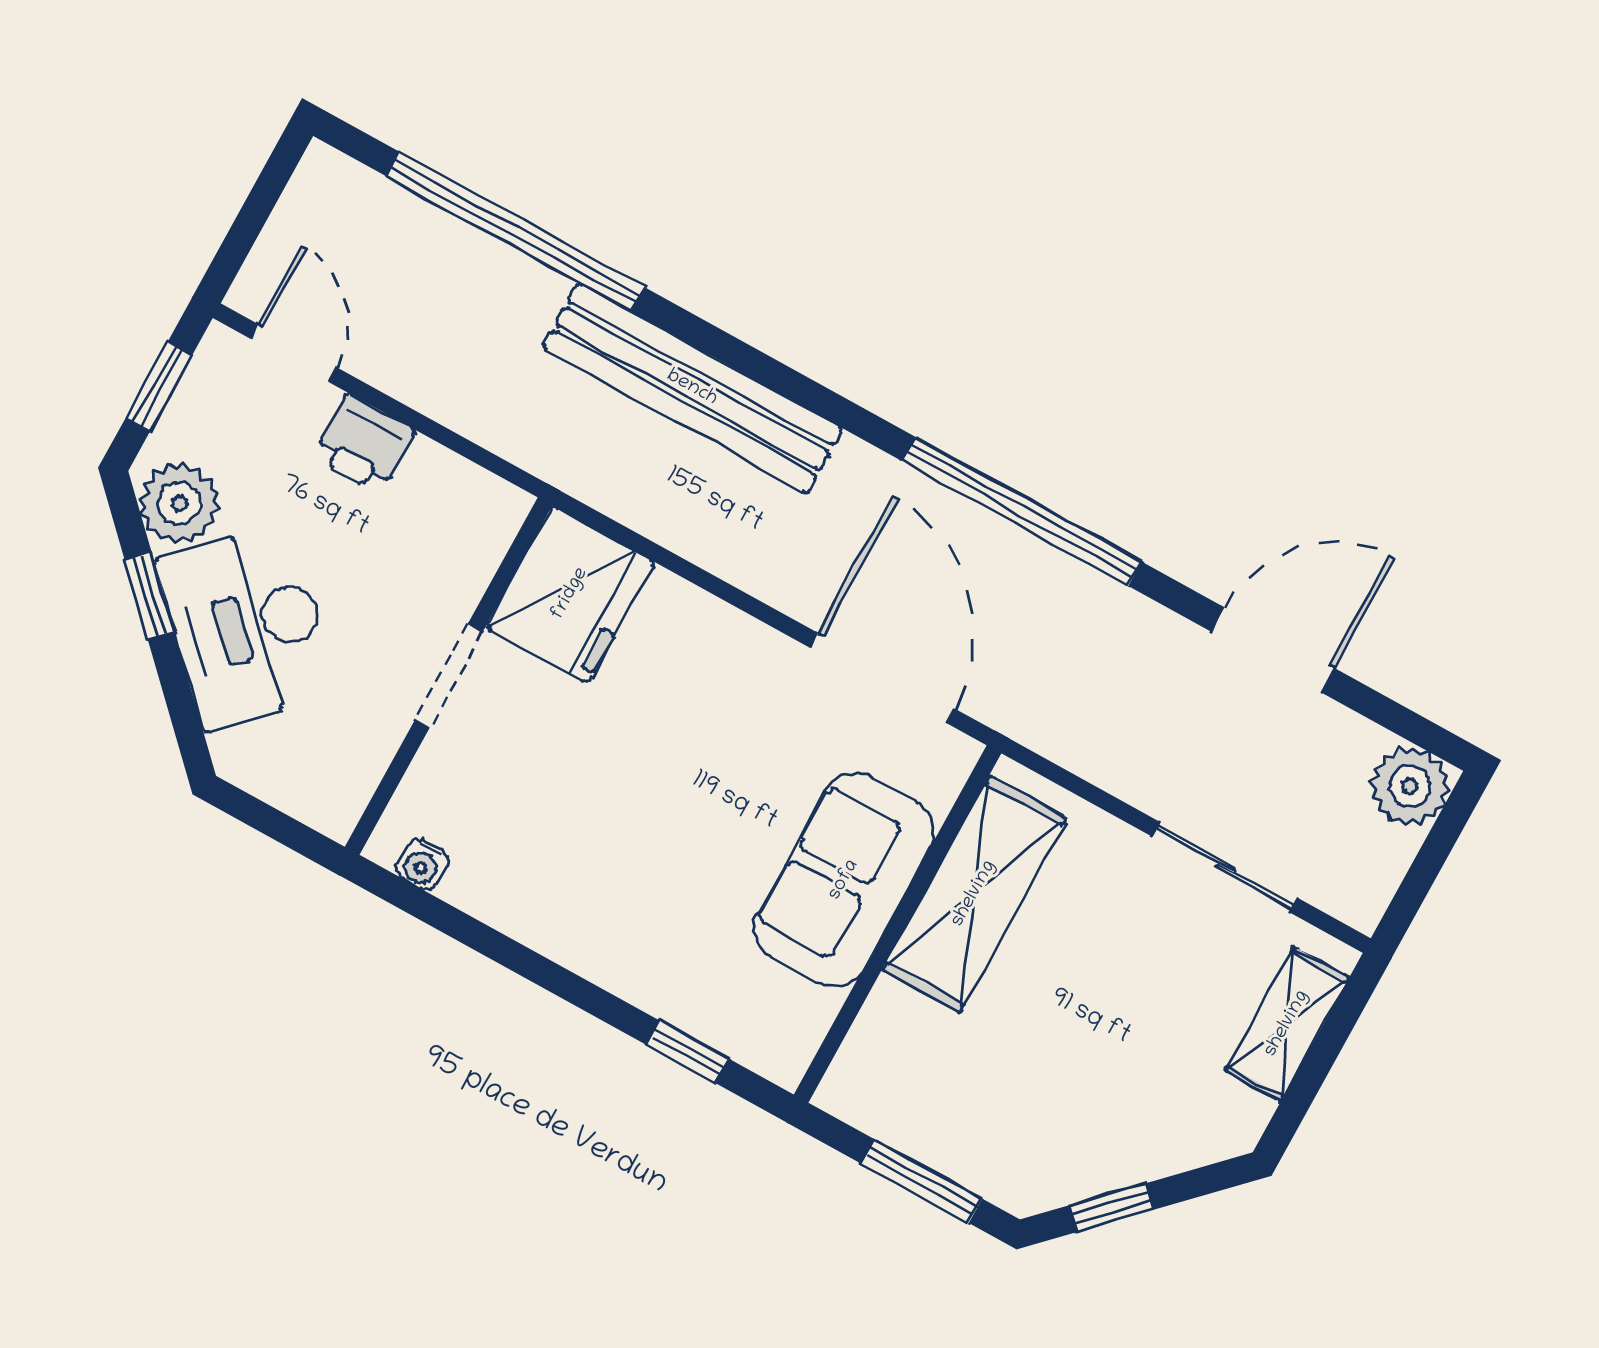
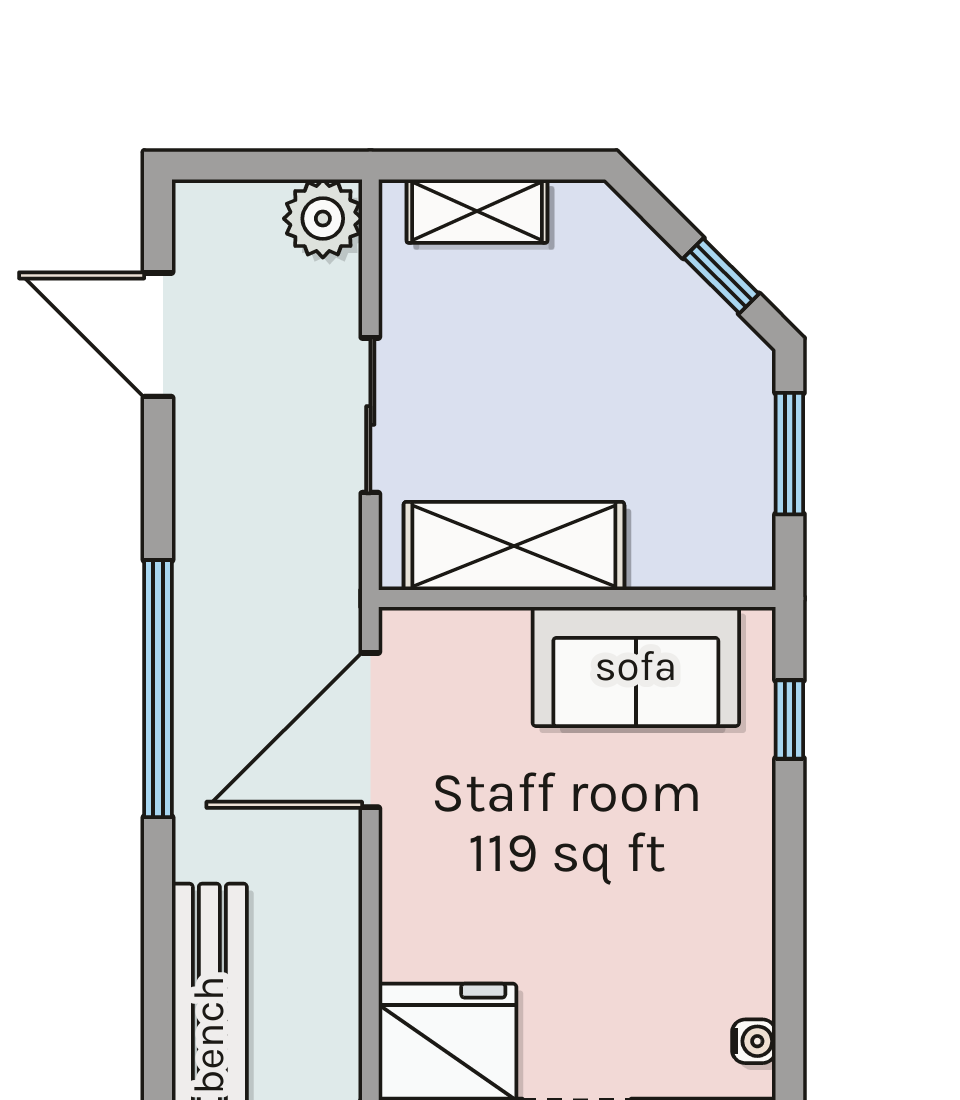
door: (1273, 650) -> (158, 335), moved
plant: (1410, 786) -> (323, 219), moved
sliding door: (1225, 867) -> (370, 415), moved
sofa: (844, 880) -> (636, 666), moved

